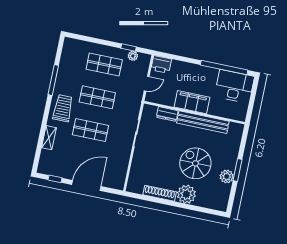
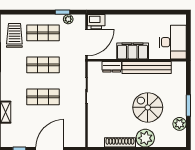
window: (224, 67) -> (156, 12), removed
door: (147, 84) -> (86, 42), width x1.88
desk: (234, 86) -> (173, 42), moved, turned 90
trolley: (63, 108) -> (14, 35), moved
plant: (227, 176) -> (179, 124), moved

